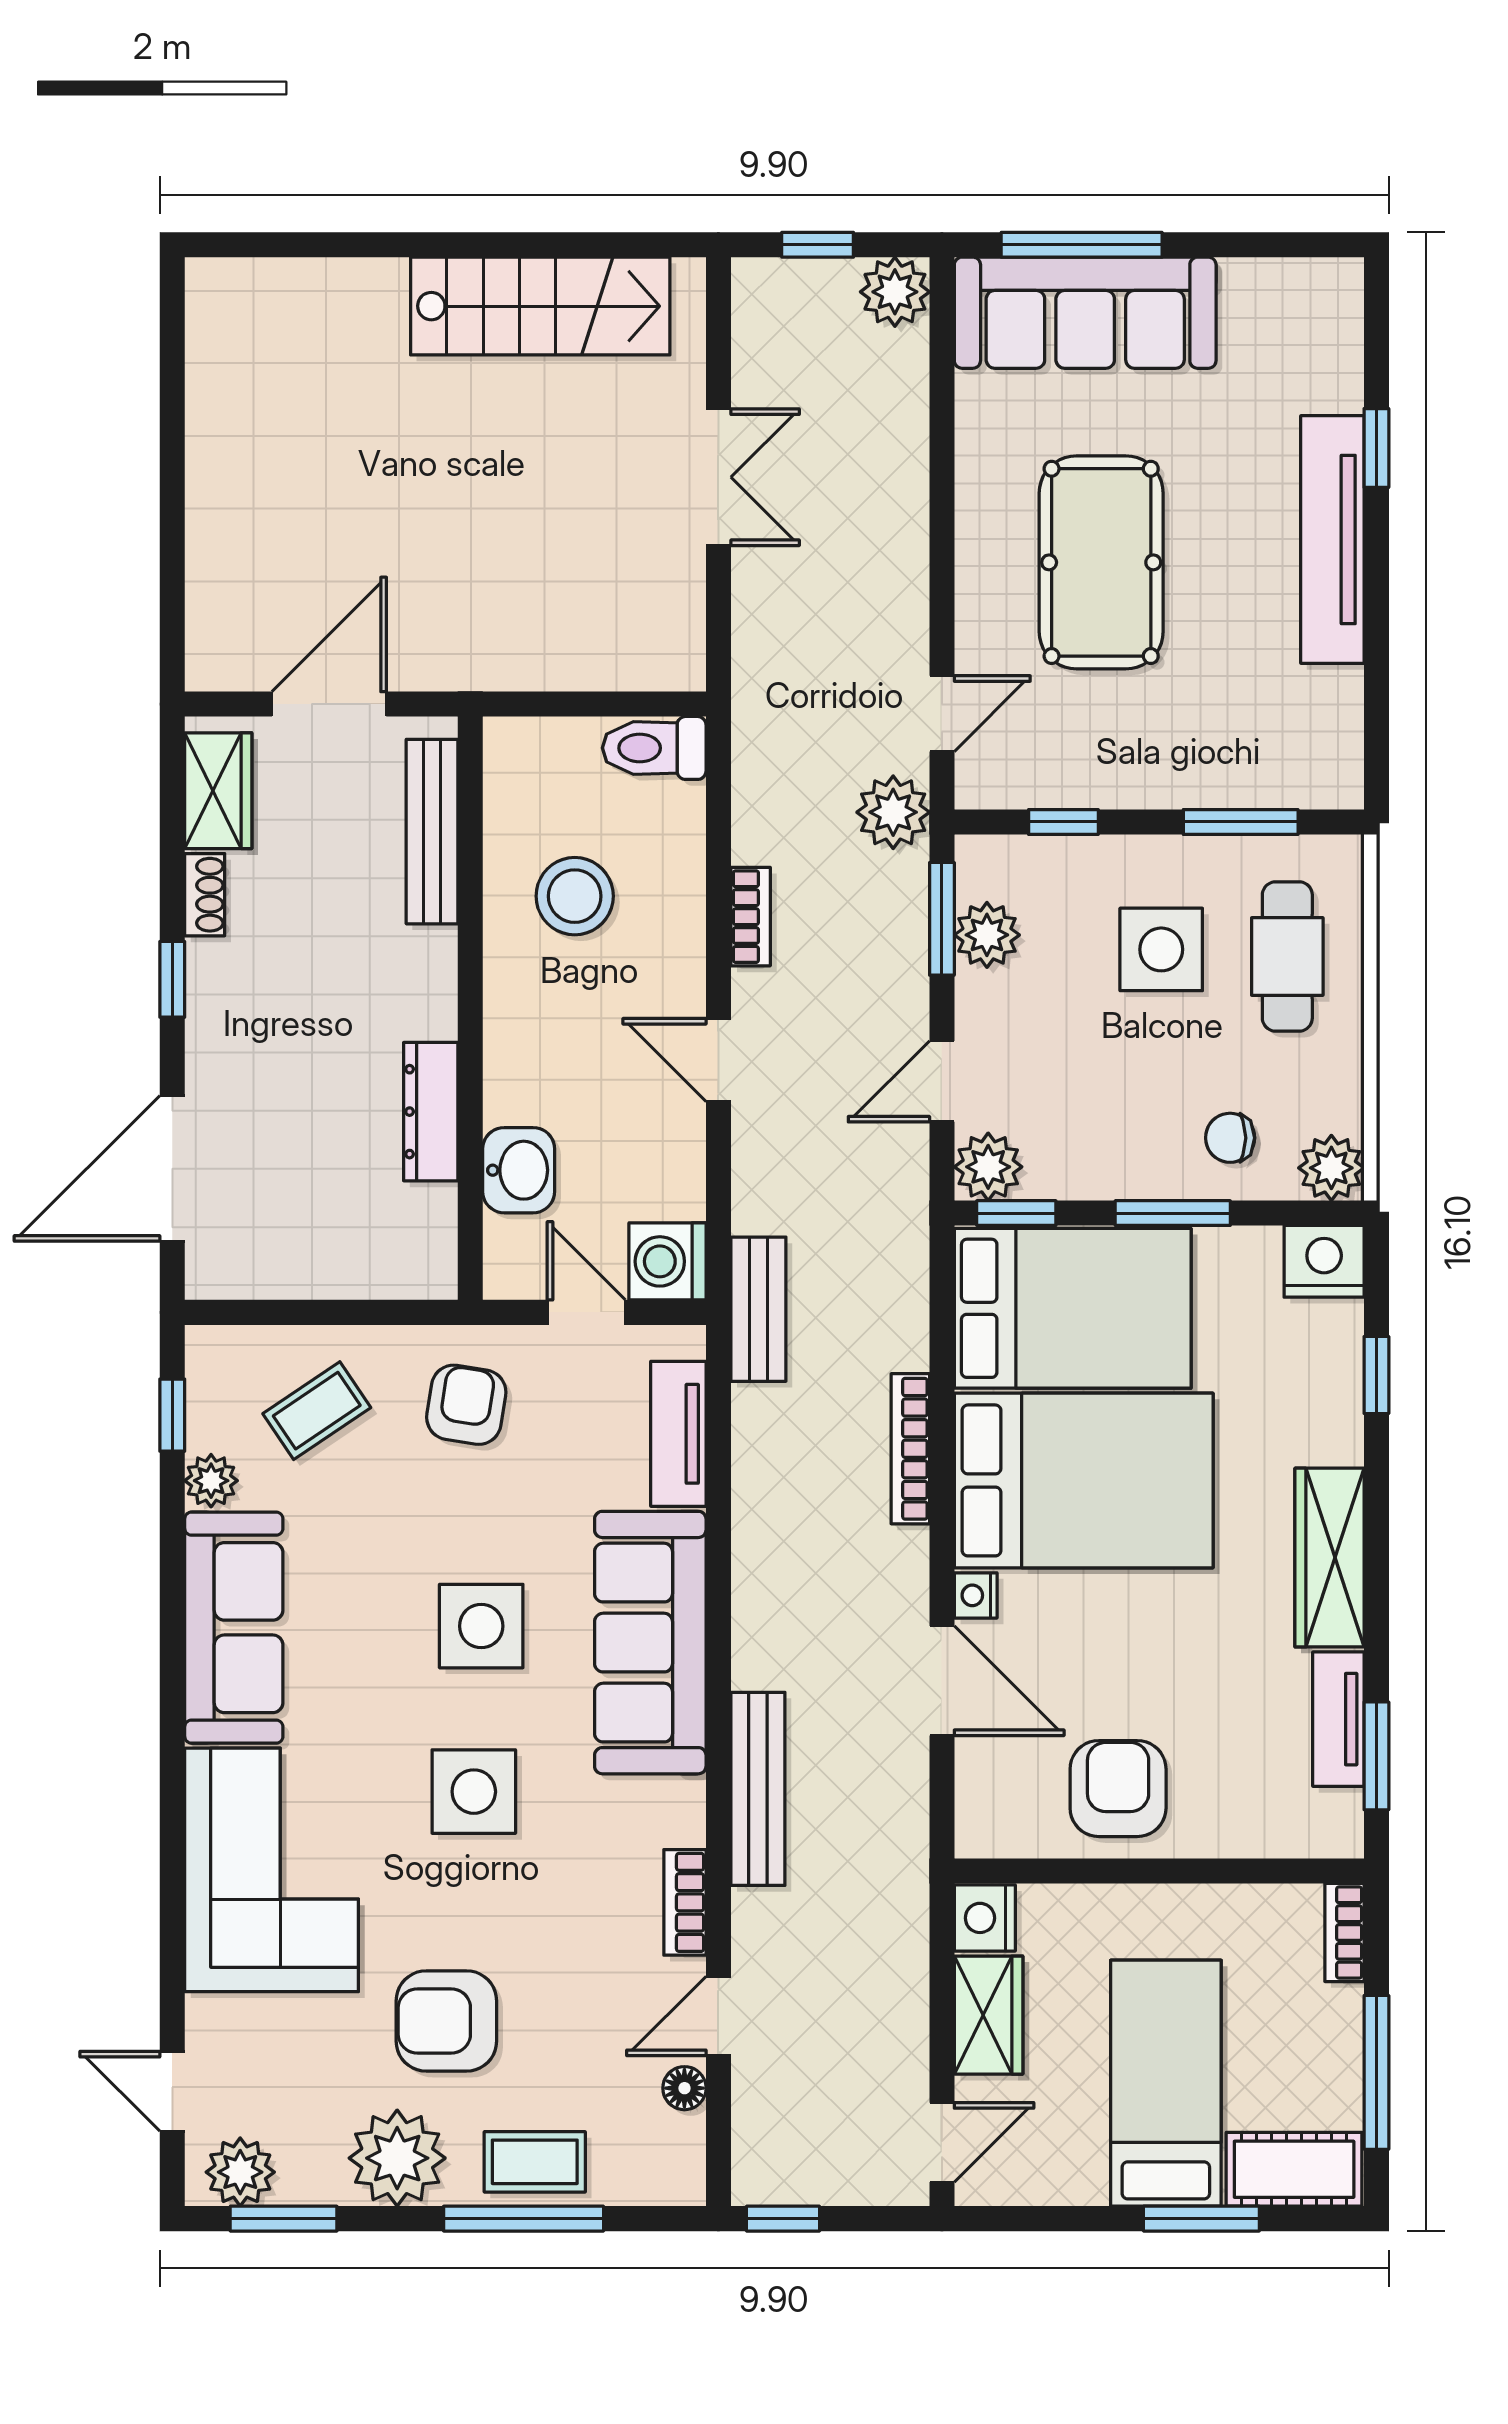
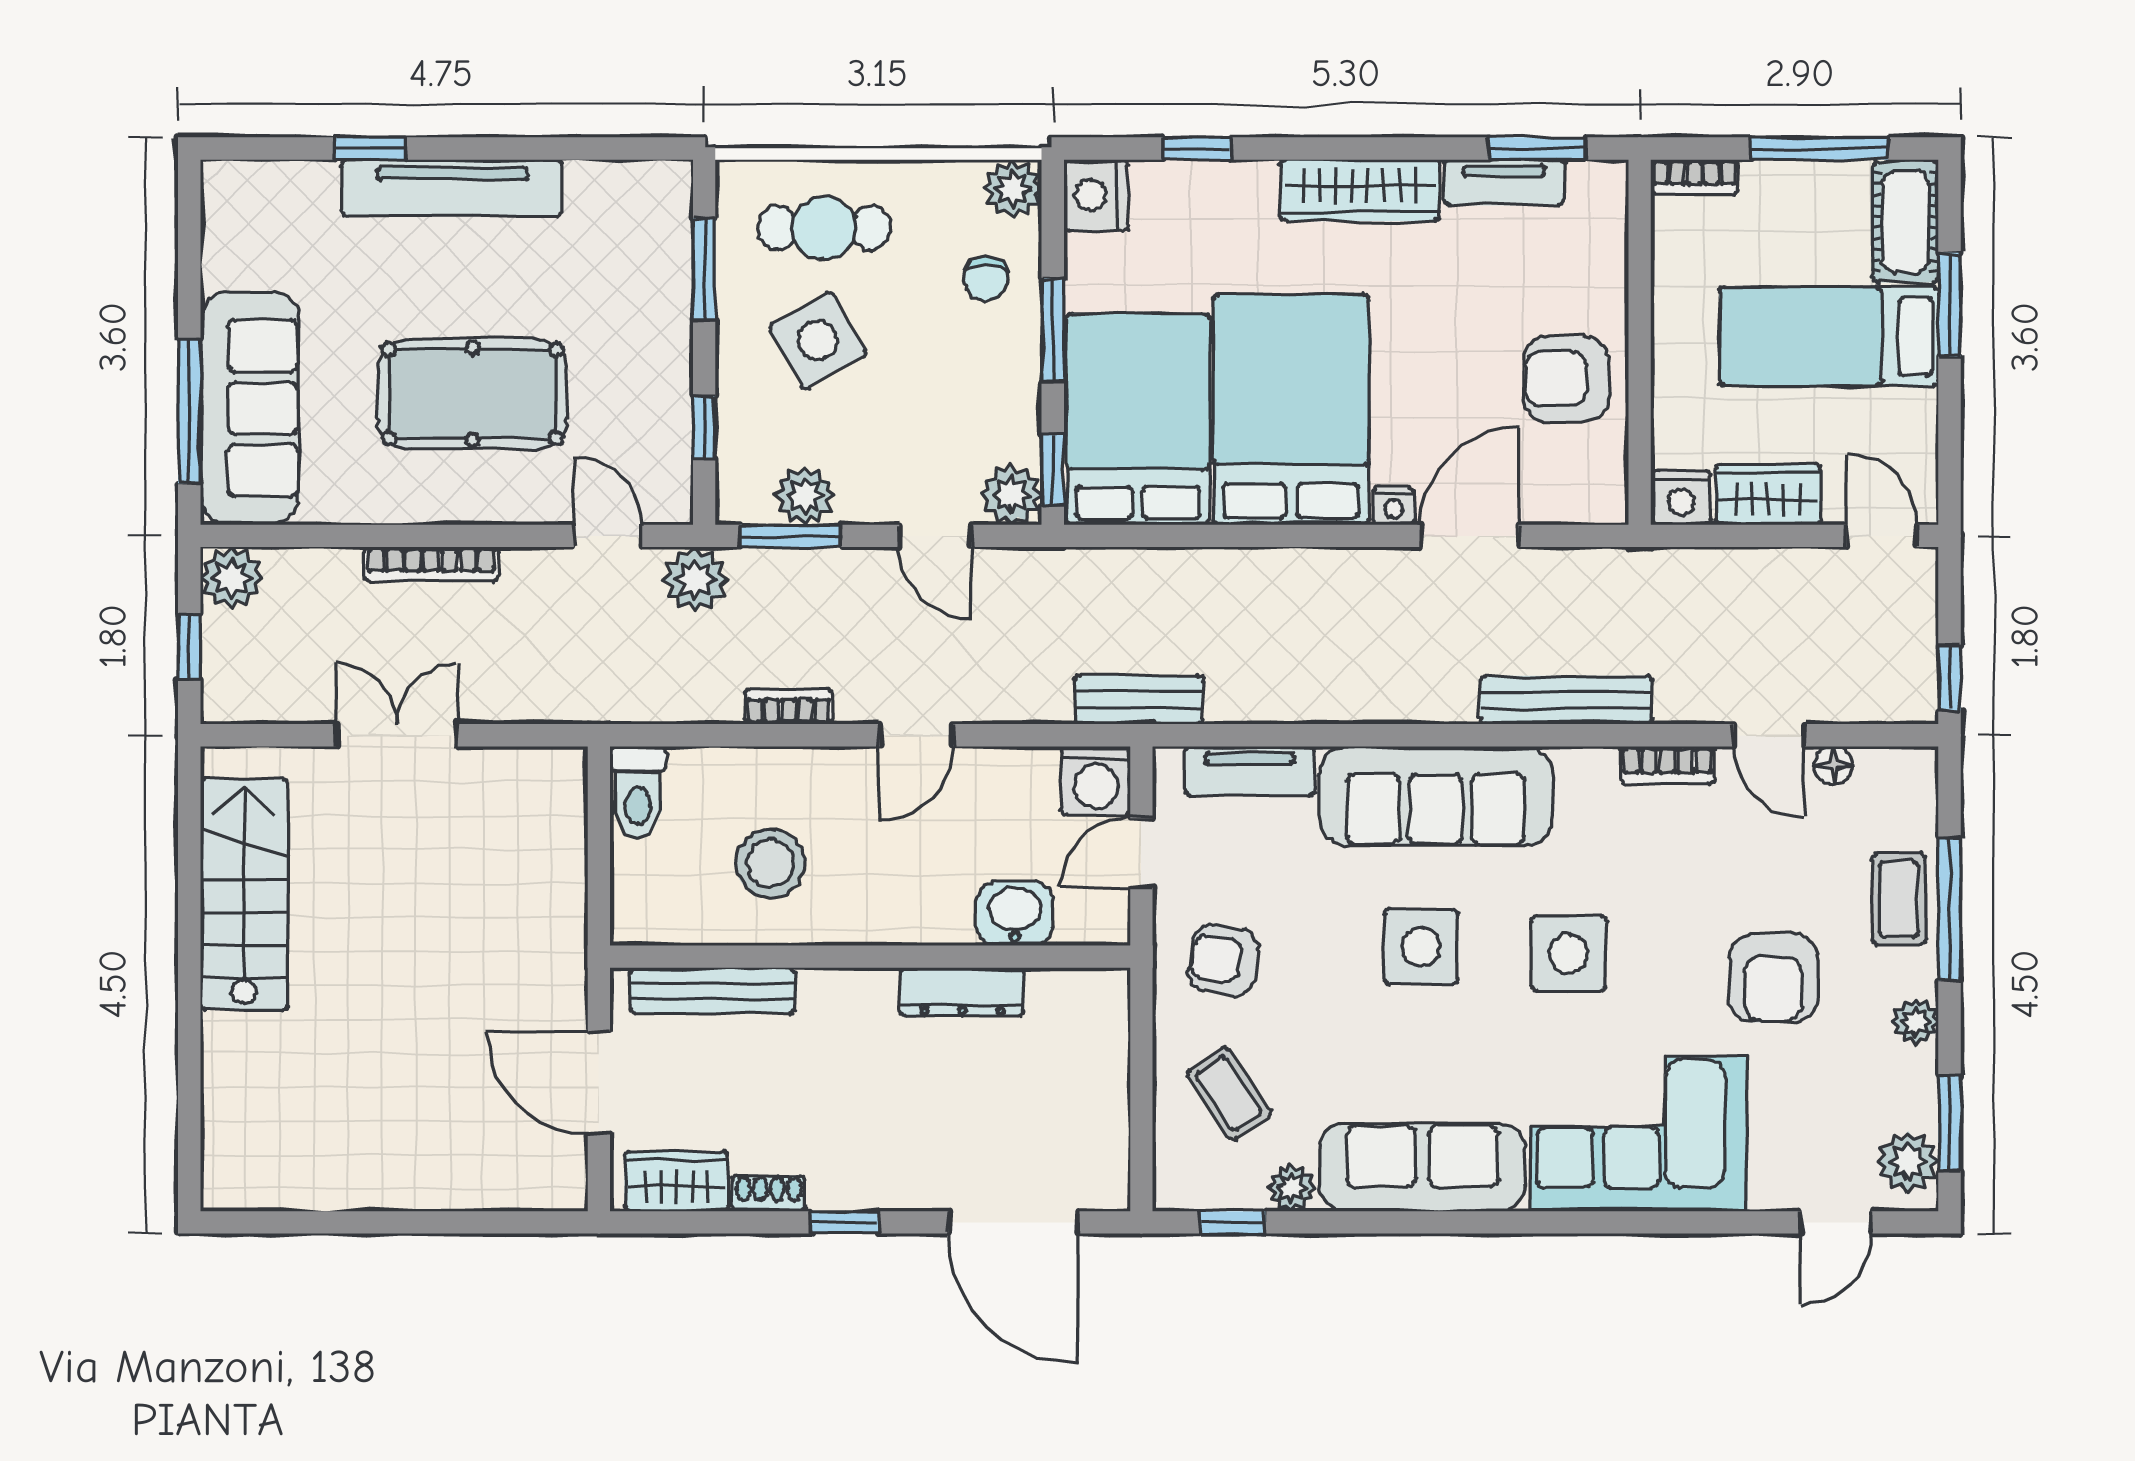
side table: (1161, 949) -> (818, 340), turned -30
bookcase: (910, 1449) -> (431, 564), moved
plant: (397, 2158) -> (1916, 1022), width x0.53, depth x0.53

